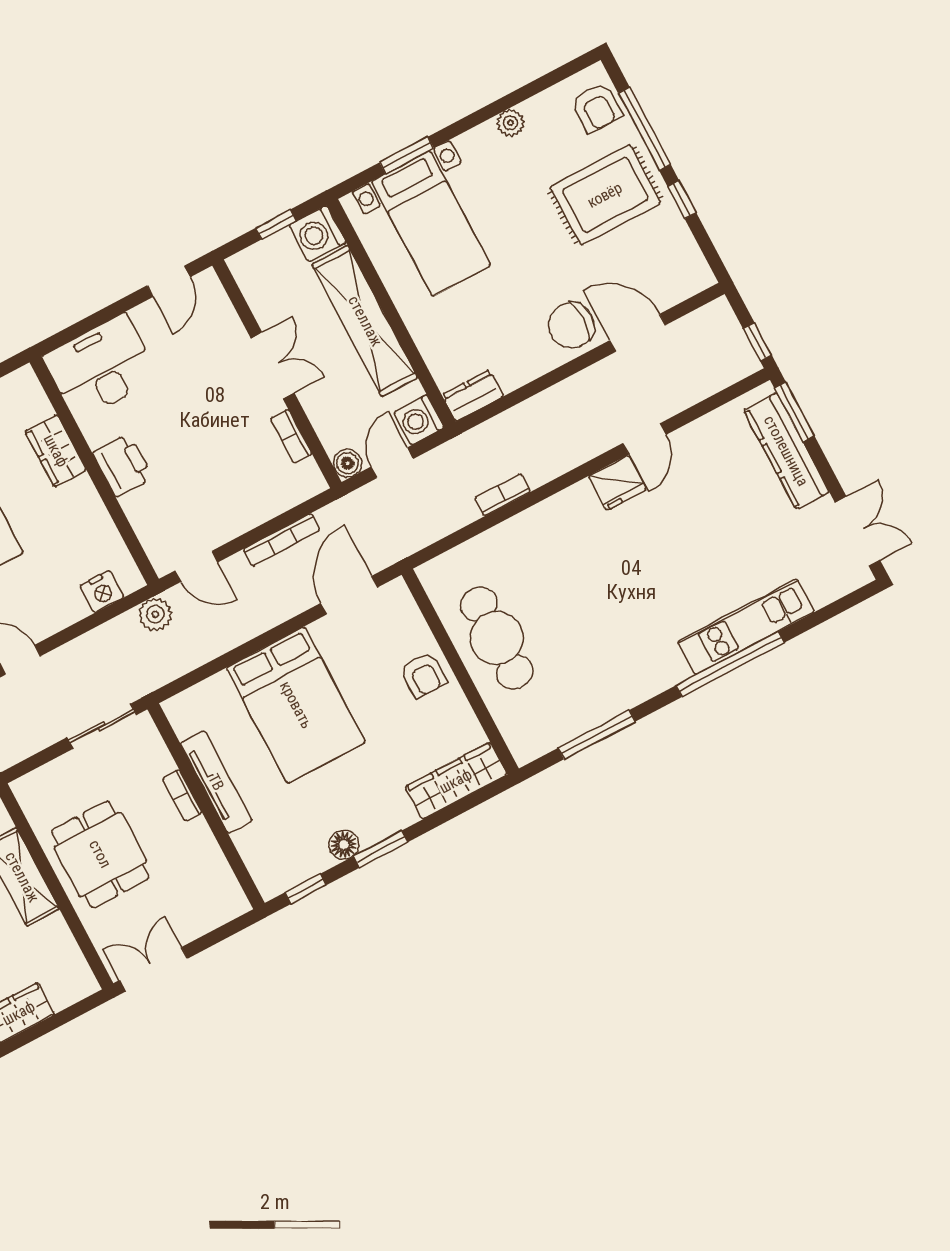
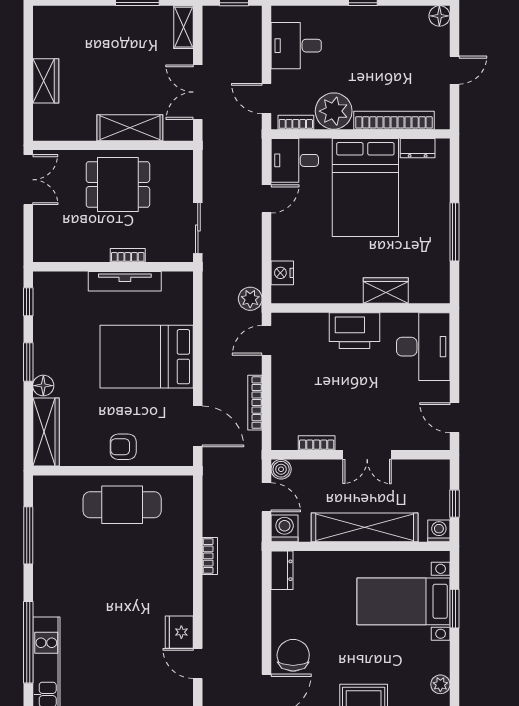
washing machine: (318, 234) -> (439, 531), width x0.73, depth x0.73
printer: (123, 465) -> (354, 331), width x1.37, depth x1.19
floor lamp: (344, 845) -> (43, 386), moved

